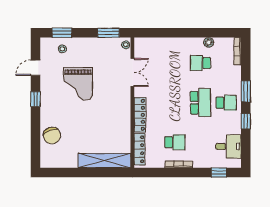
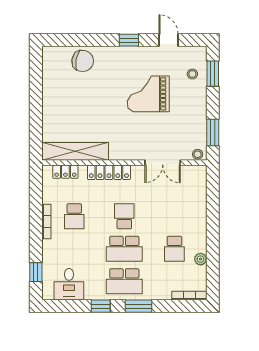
school desk: (200, 63) -> (174, 249), turned 180
school desk: (175, 103) -> (124, 216), added
school desk: (226, 103) -> (124, 281), width x1.85
chair: (52, 136) -> (83, 61), turned -151
locker: (139, 149) -> (65, 172), width x0.66
shelving: (104, 161) -> (75, 151), moved, turned 90

